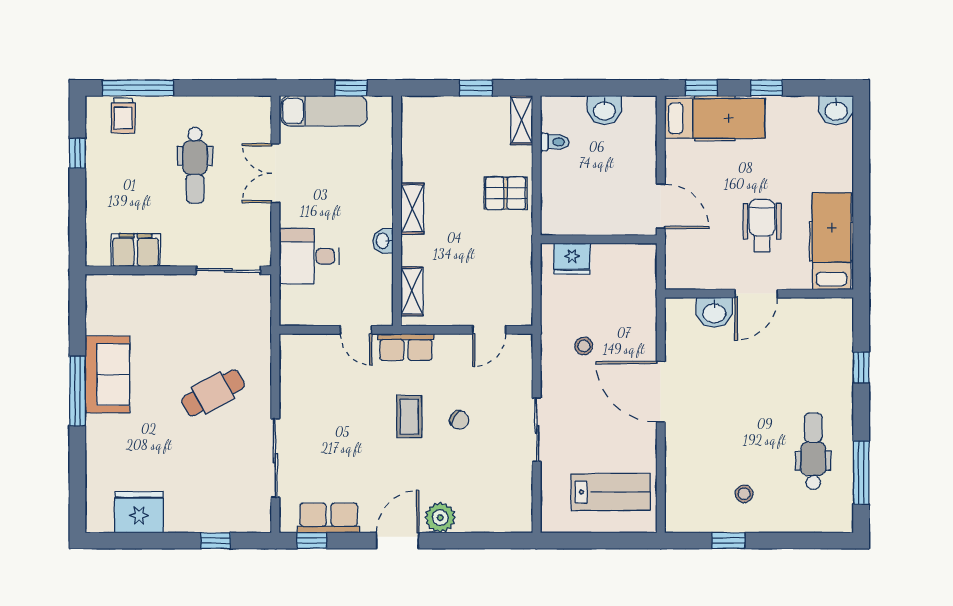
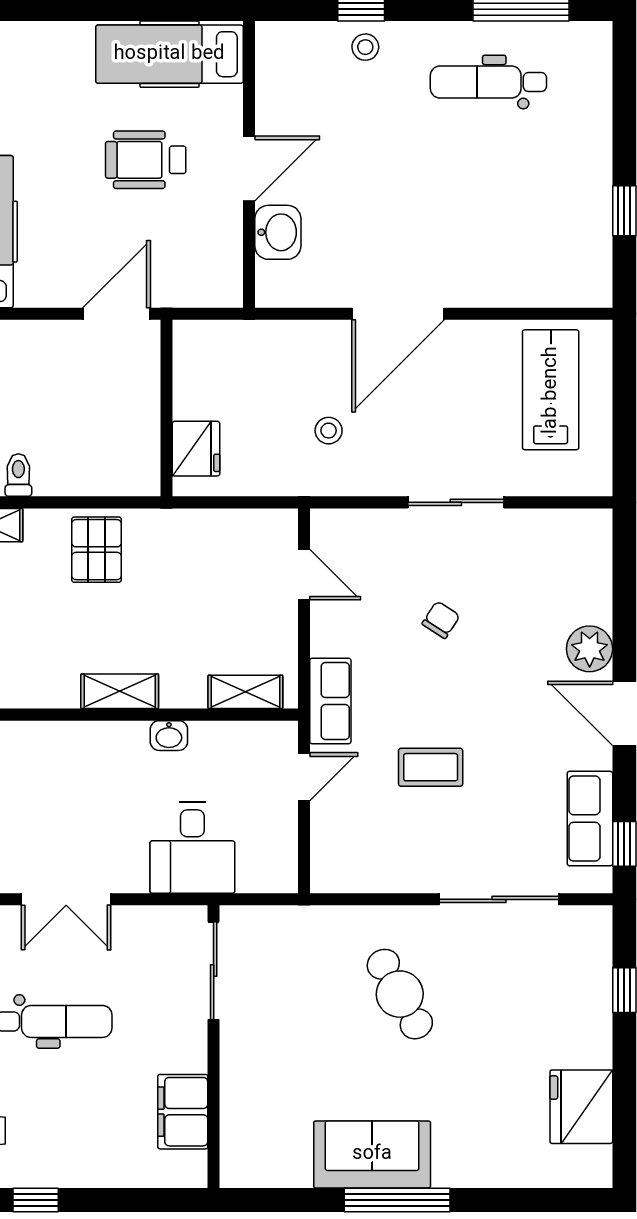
door: (756, 294) -> (249, 168), hinge flipped
coffee table: (409, 417) -> (431, 767), moved
stool: (744, 494) -> (365, 47), moved

